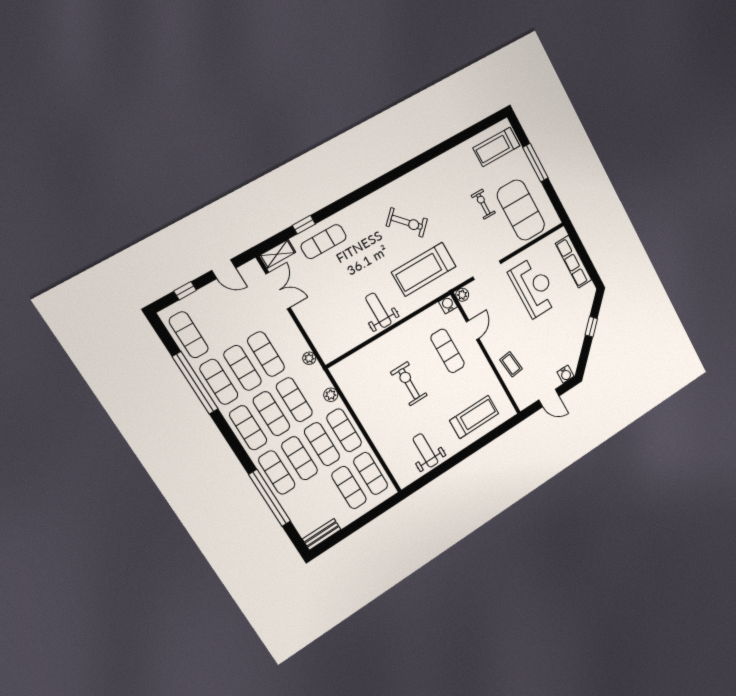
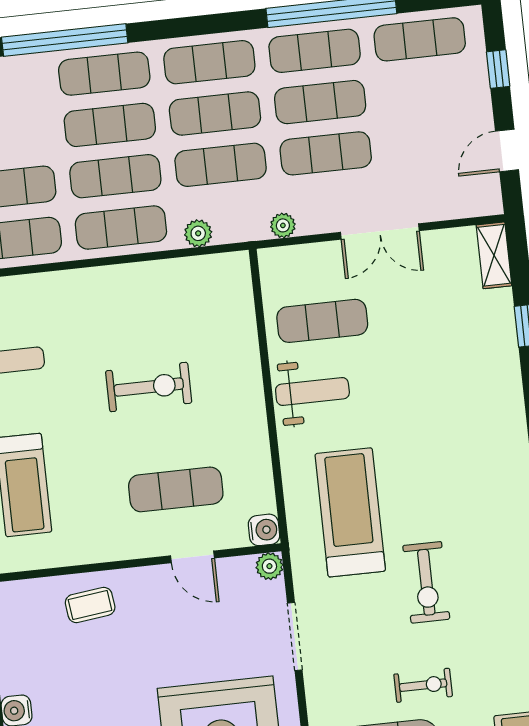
exercise bike: (407, 222) -> (426, 582), moved, turned -46
exercise mat: (324, 242) -> (322, 321), moved, turned 90
double door: (278, 291) -> (380, 231), moved

